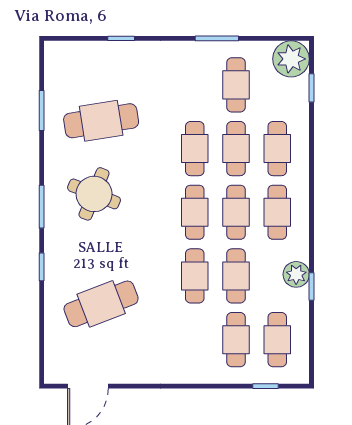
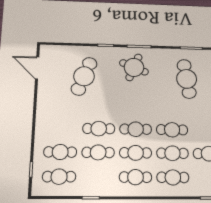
round table: (94, 194) -> (134, 67), moved
plant: (296, 274) -> (98, 188), removed
cafe table: (101, 304) -> (84, 76), turned 42

